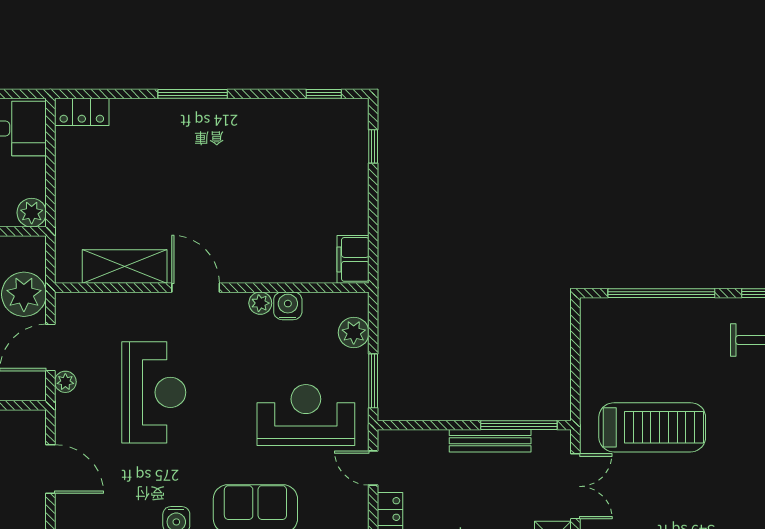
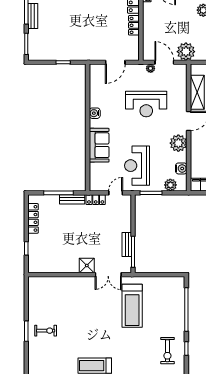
plant: (260, 303) -> (178, 143), width x1.87, depth x1.87
water cooler: (288, 306) -> (181, 168), moved
reception desk: (306, 415) -> (137, 166), turned 180
bench: (490, 441) -> (127, 245), width x0.73

